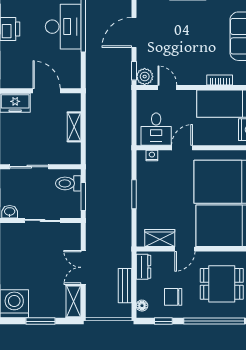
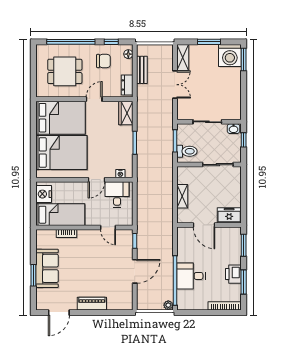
desk: (63, 27) -> (191, 276), width x0.73
plant: (145, 77) -> (126, 236), removed
wardrobe: (160, 238) -> (126, 113), moved, turned 90

